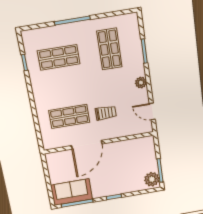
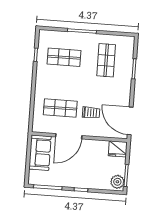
plant: (141, 83) -> (126, 94), removed
door: (152, 111) -> (130, 121), width x1.87
fridge: (145, 145) -> (118, 149), added
sofa: (72, 192) -> (40, 153), moved, turned 90

